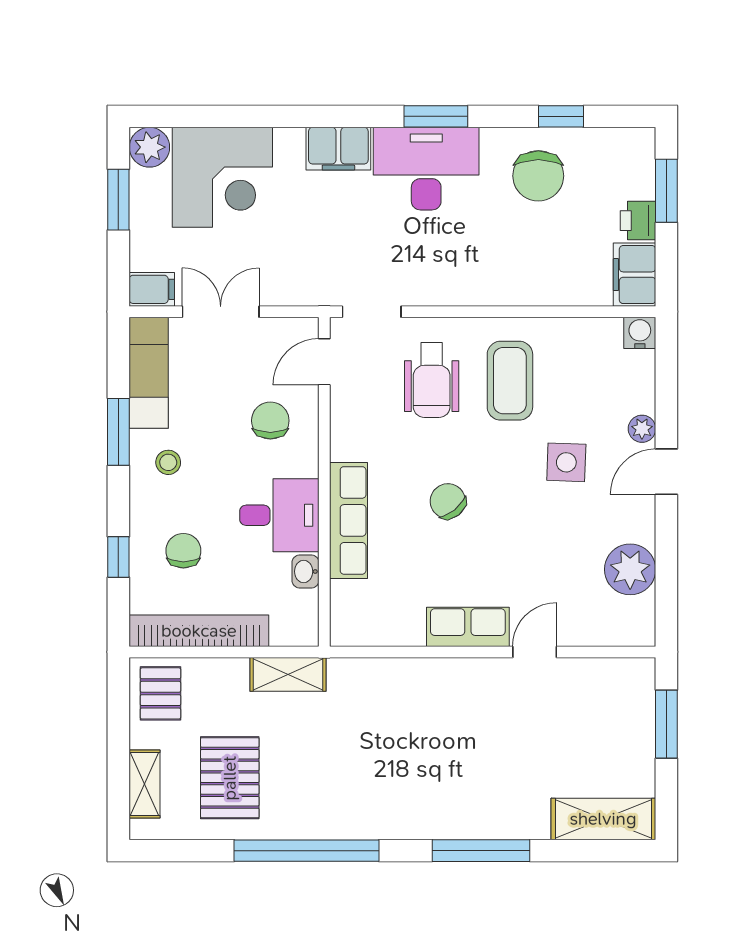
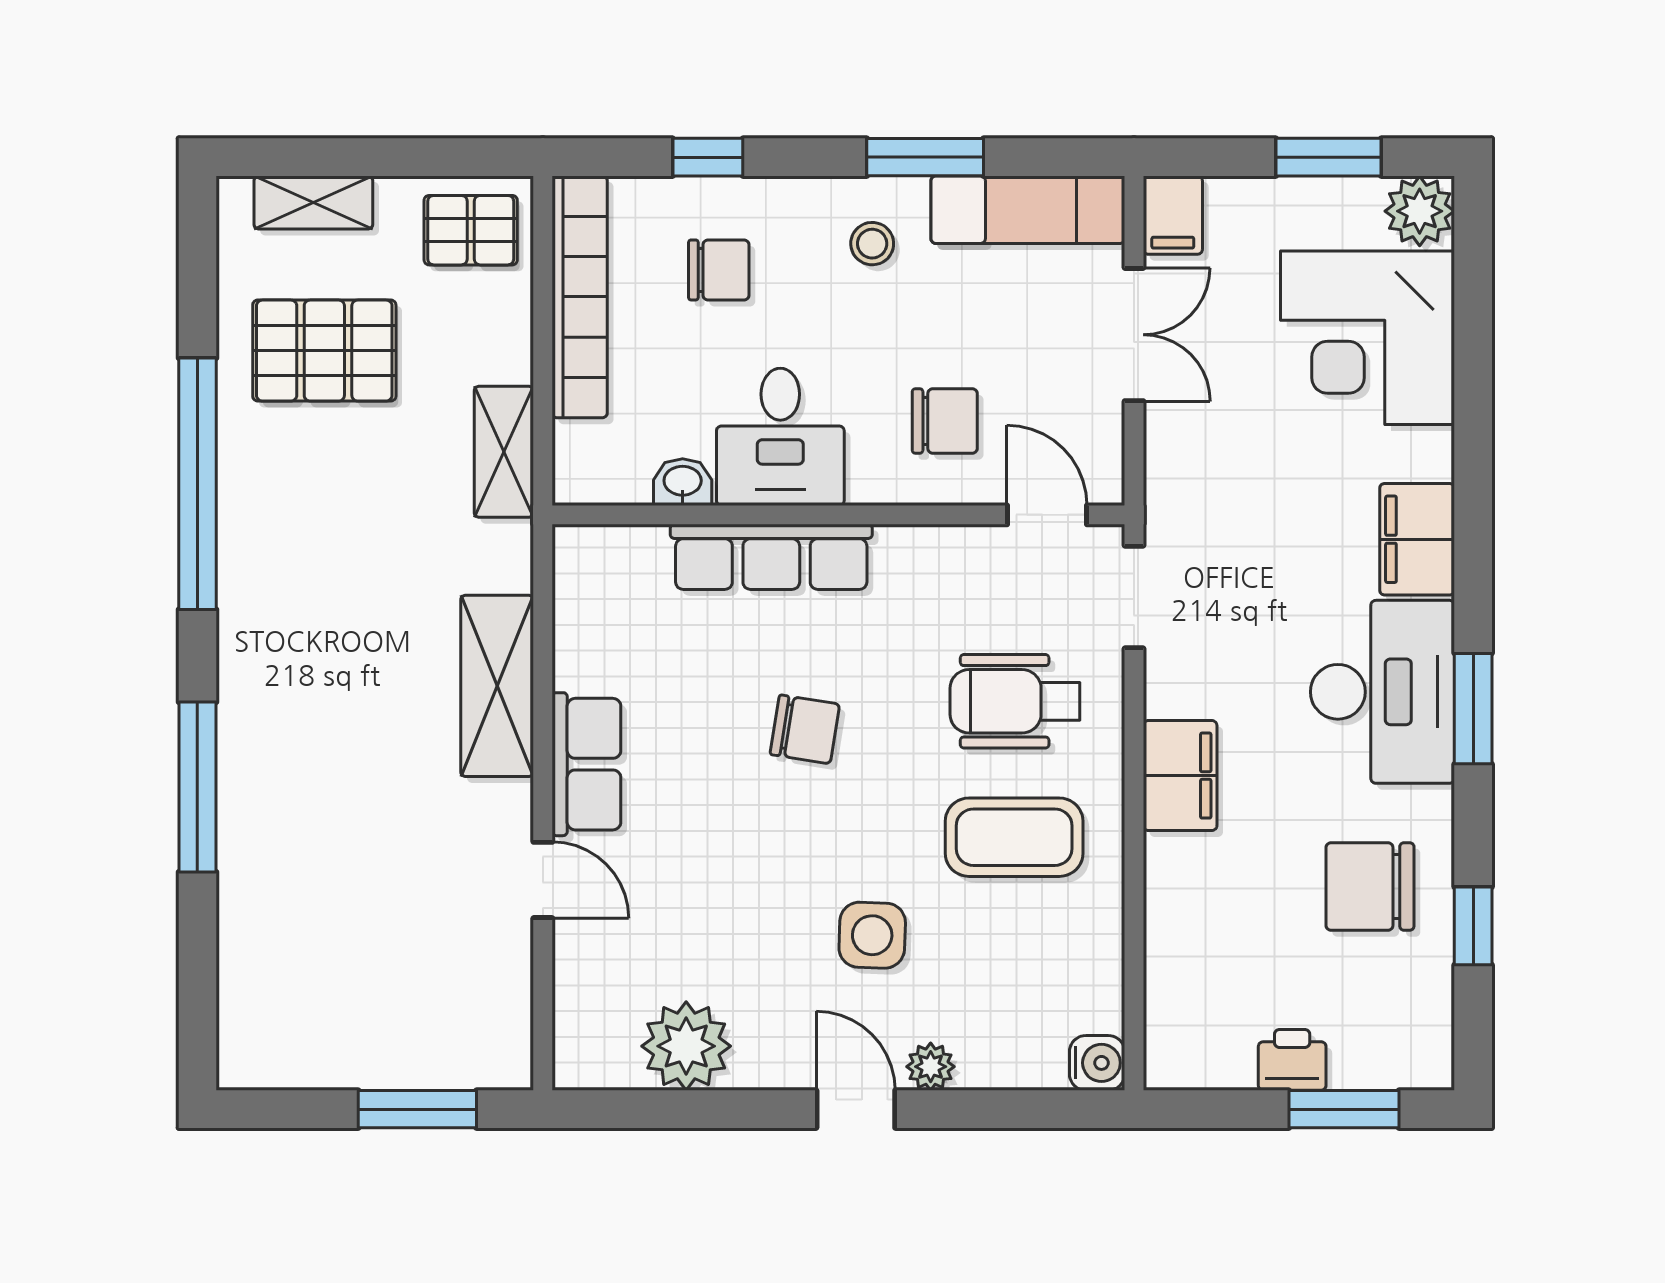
filing cabinet: (635, 275) -> (1180, 776), moved, turned 90
chair: (448, 501) -> (805, 729), turned 48
shelving: (603, 819) -> (497, 686), moved

